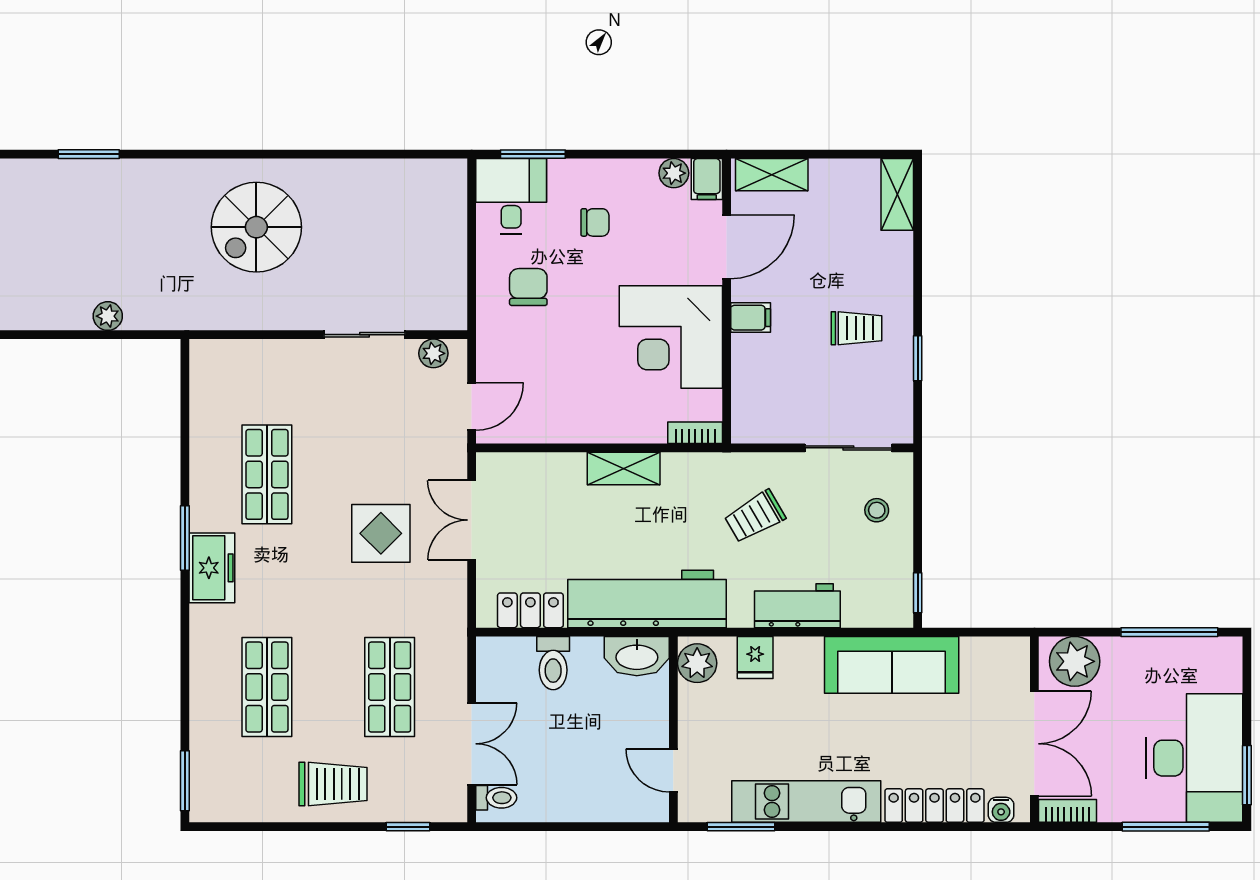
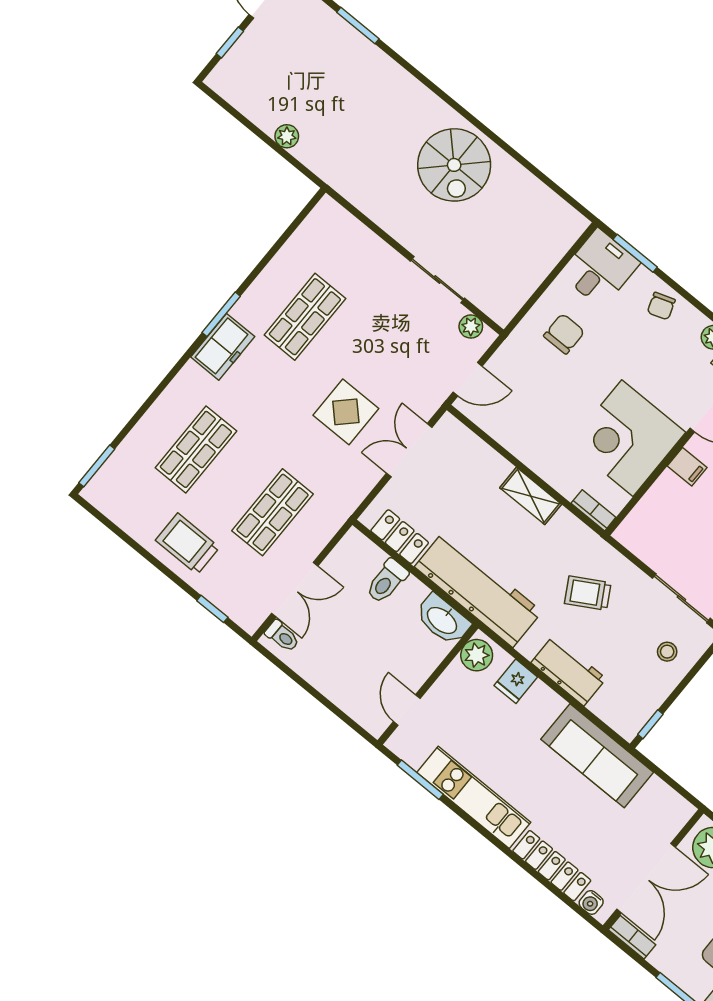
chair: (595, 222) -> (661, 306), moved, turned 71
spiral stairs: (256, 227) -> (454, 165), moved, turned -90
trolley: (333, 784) -> (187, 544), turned 180

